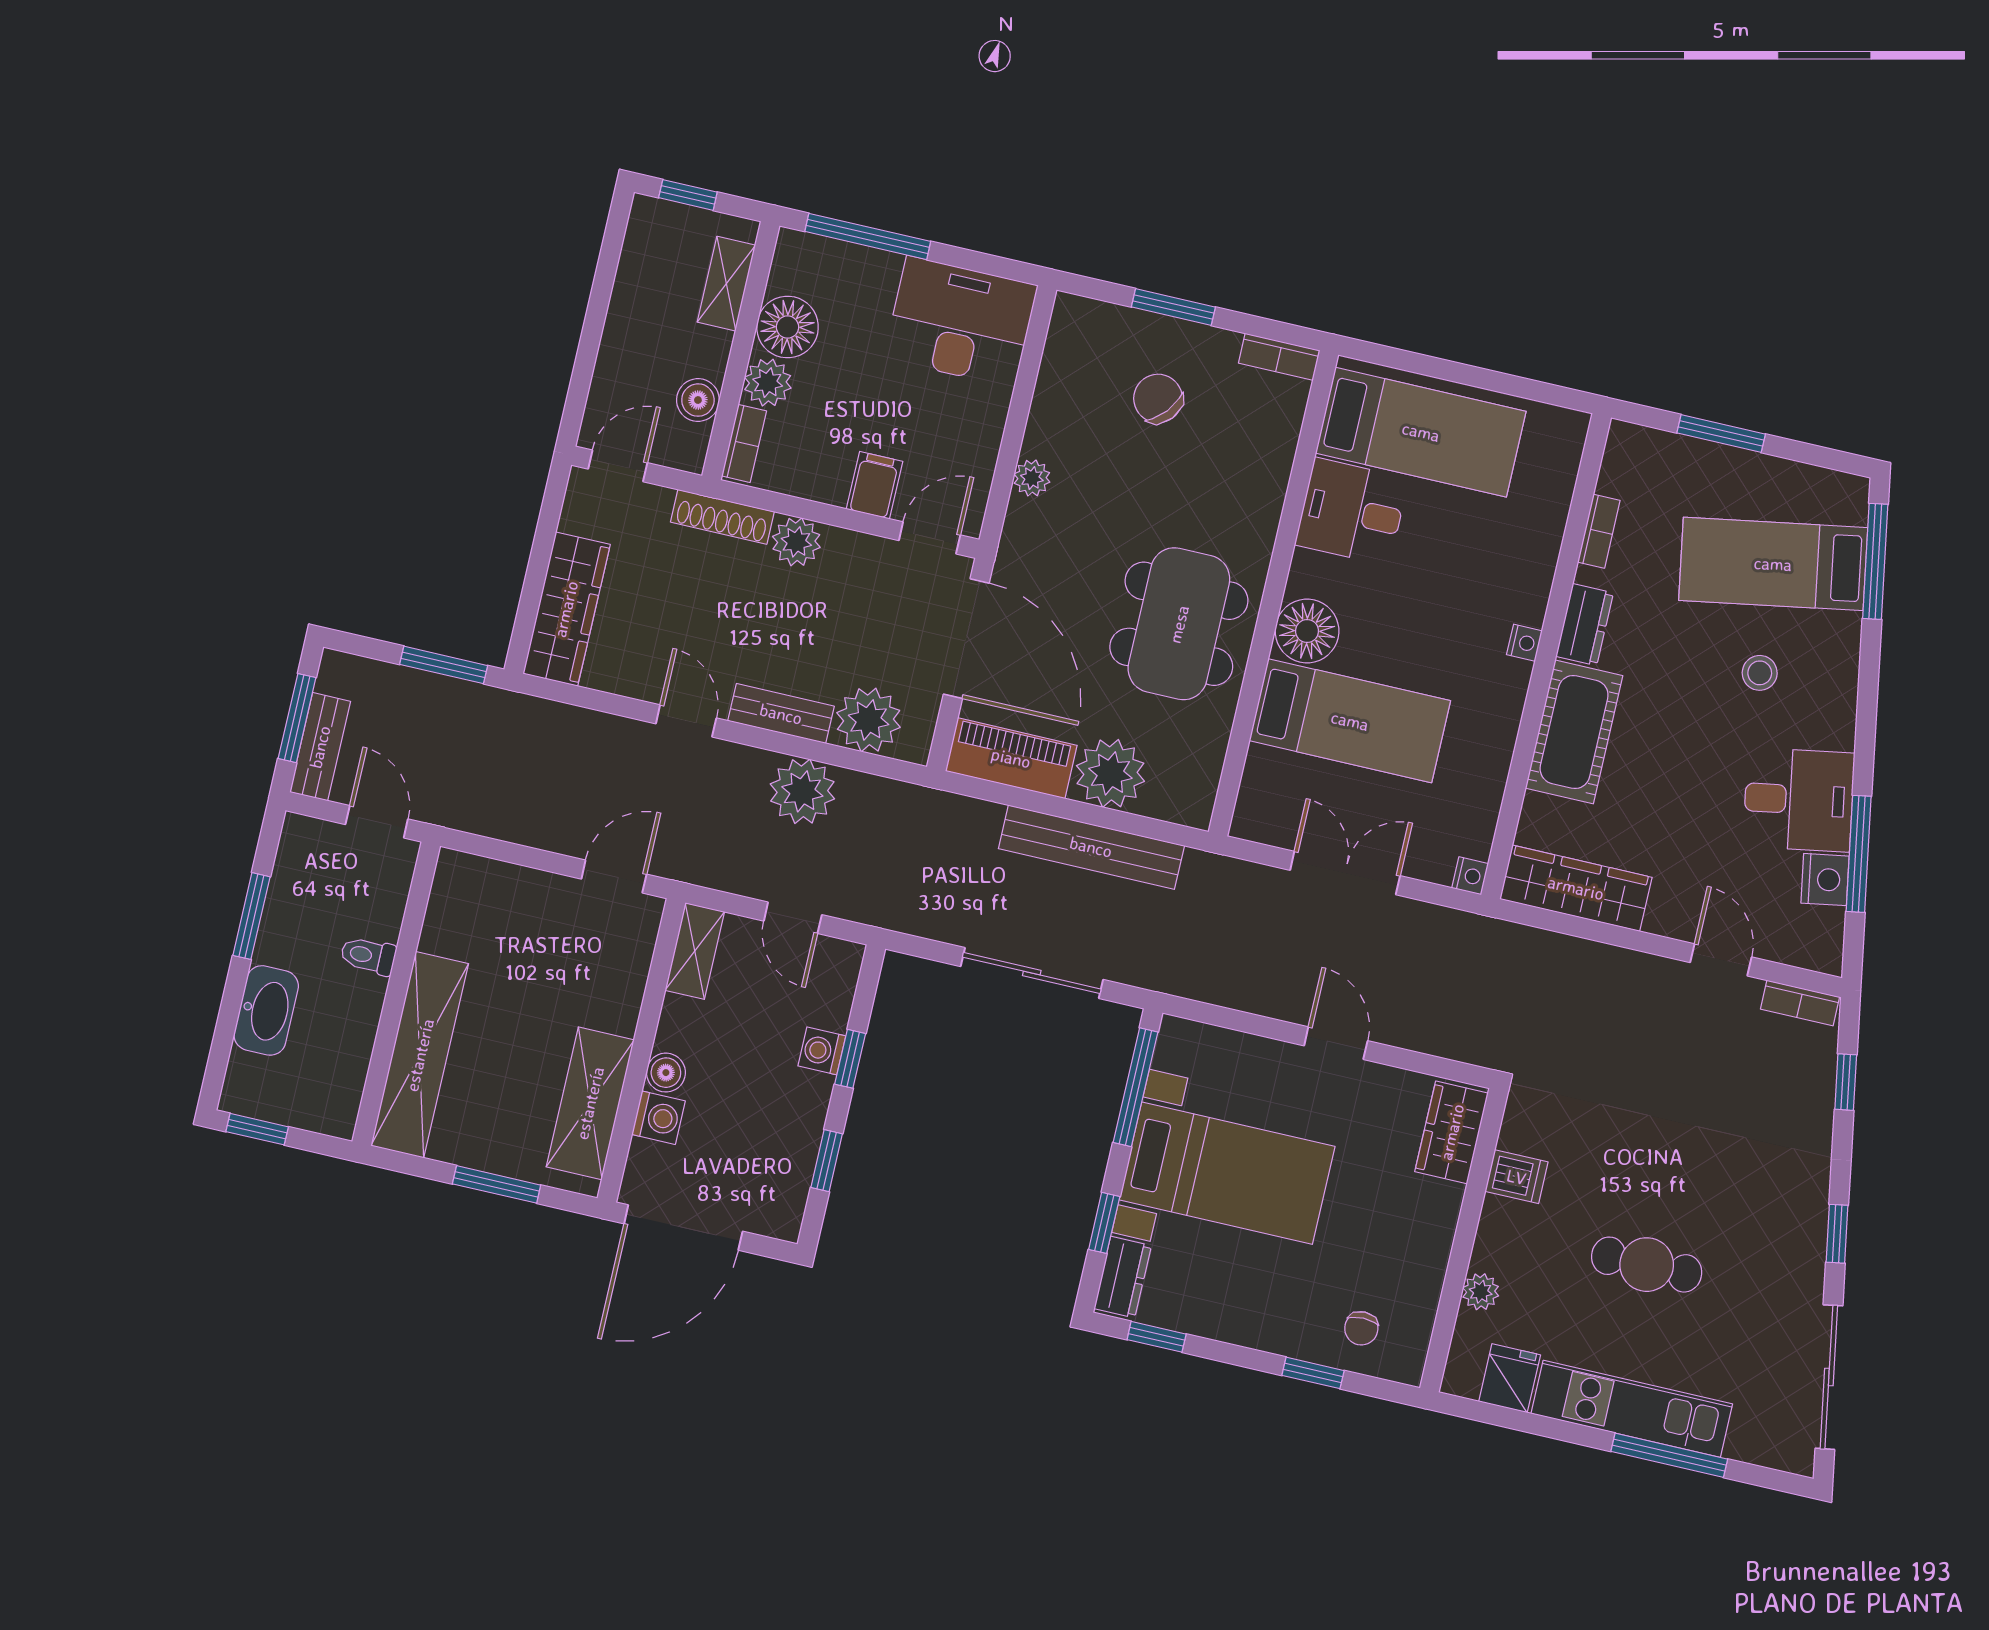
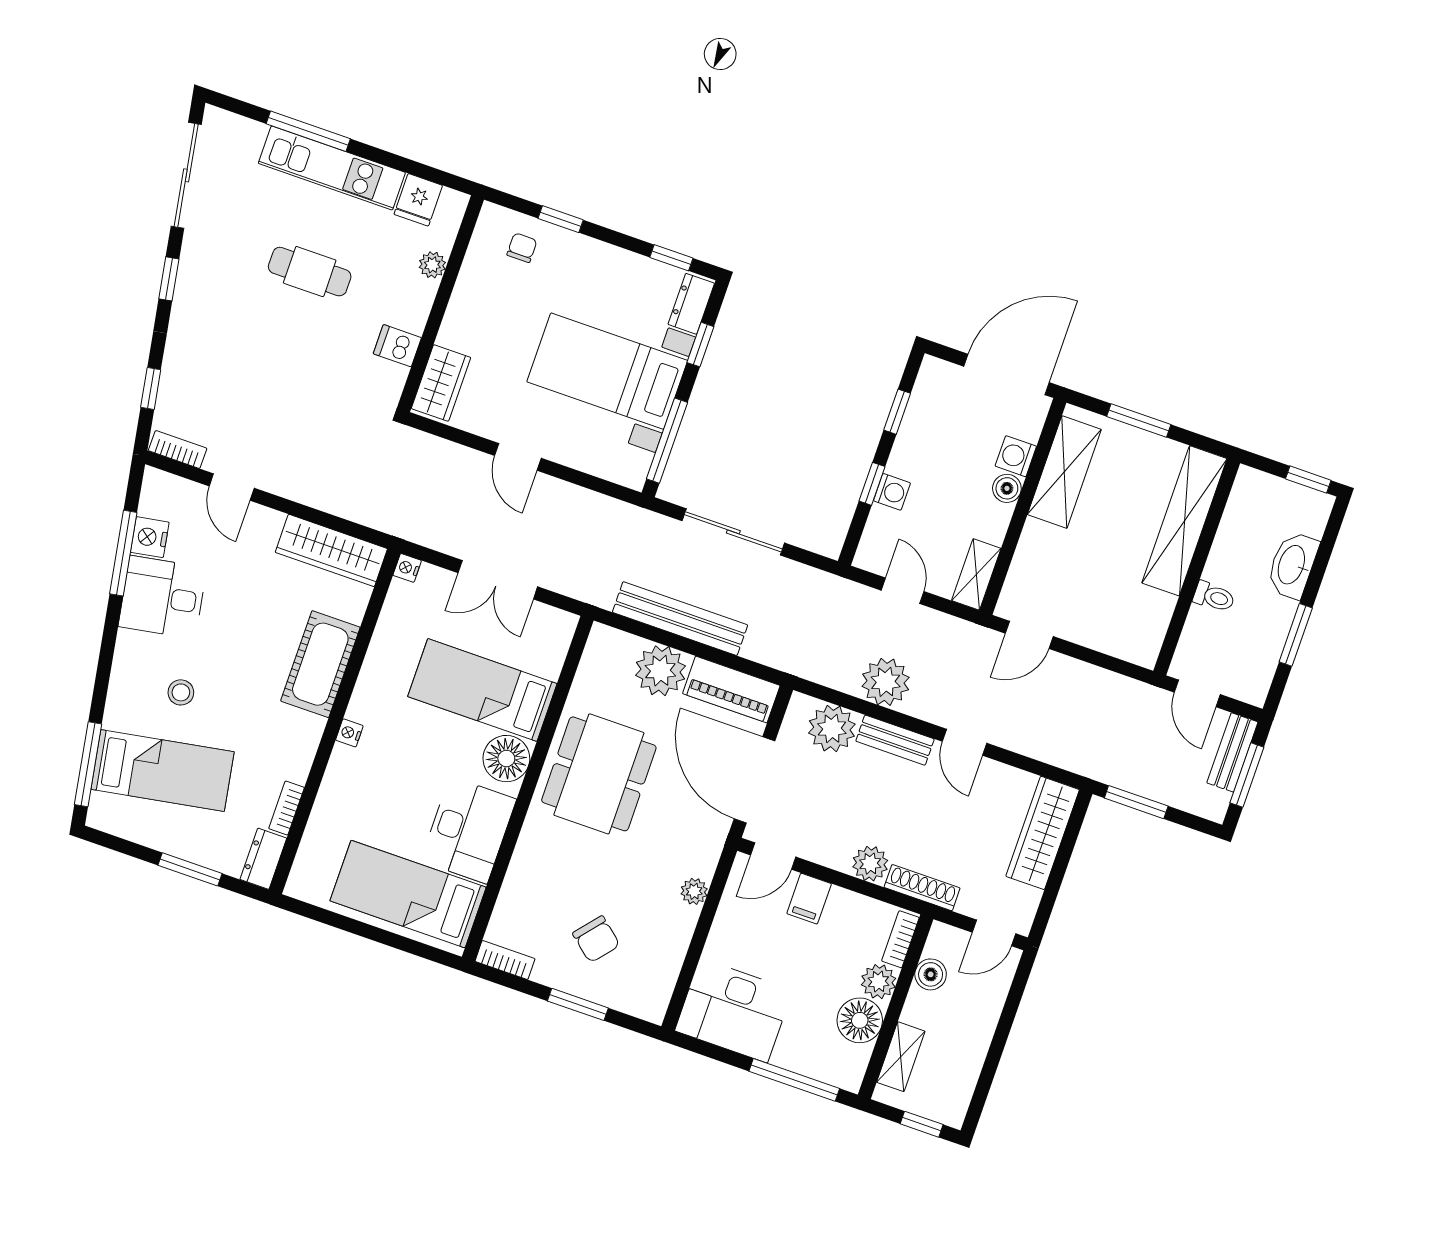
desk: (1352, 512) -> (468, 830), width x1.37
dresser: (1585, 625) -> (263, 859), moved

